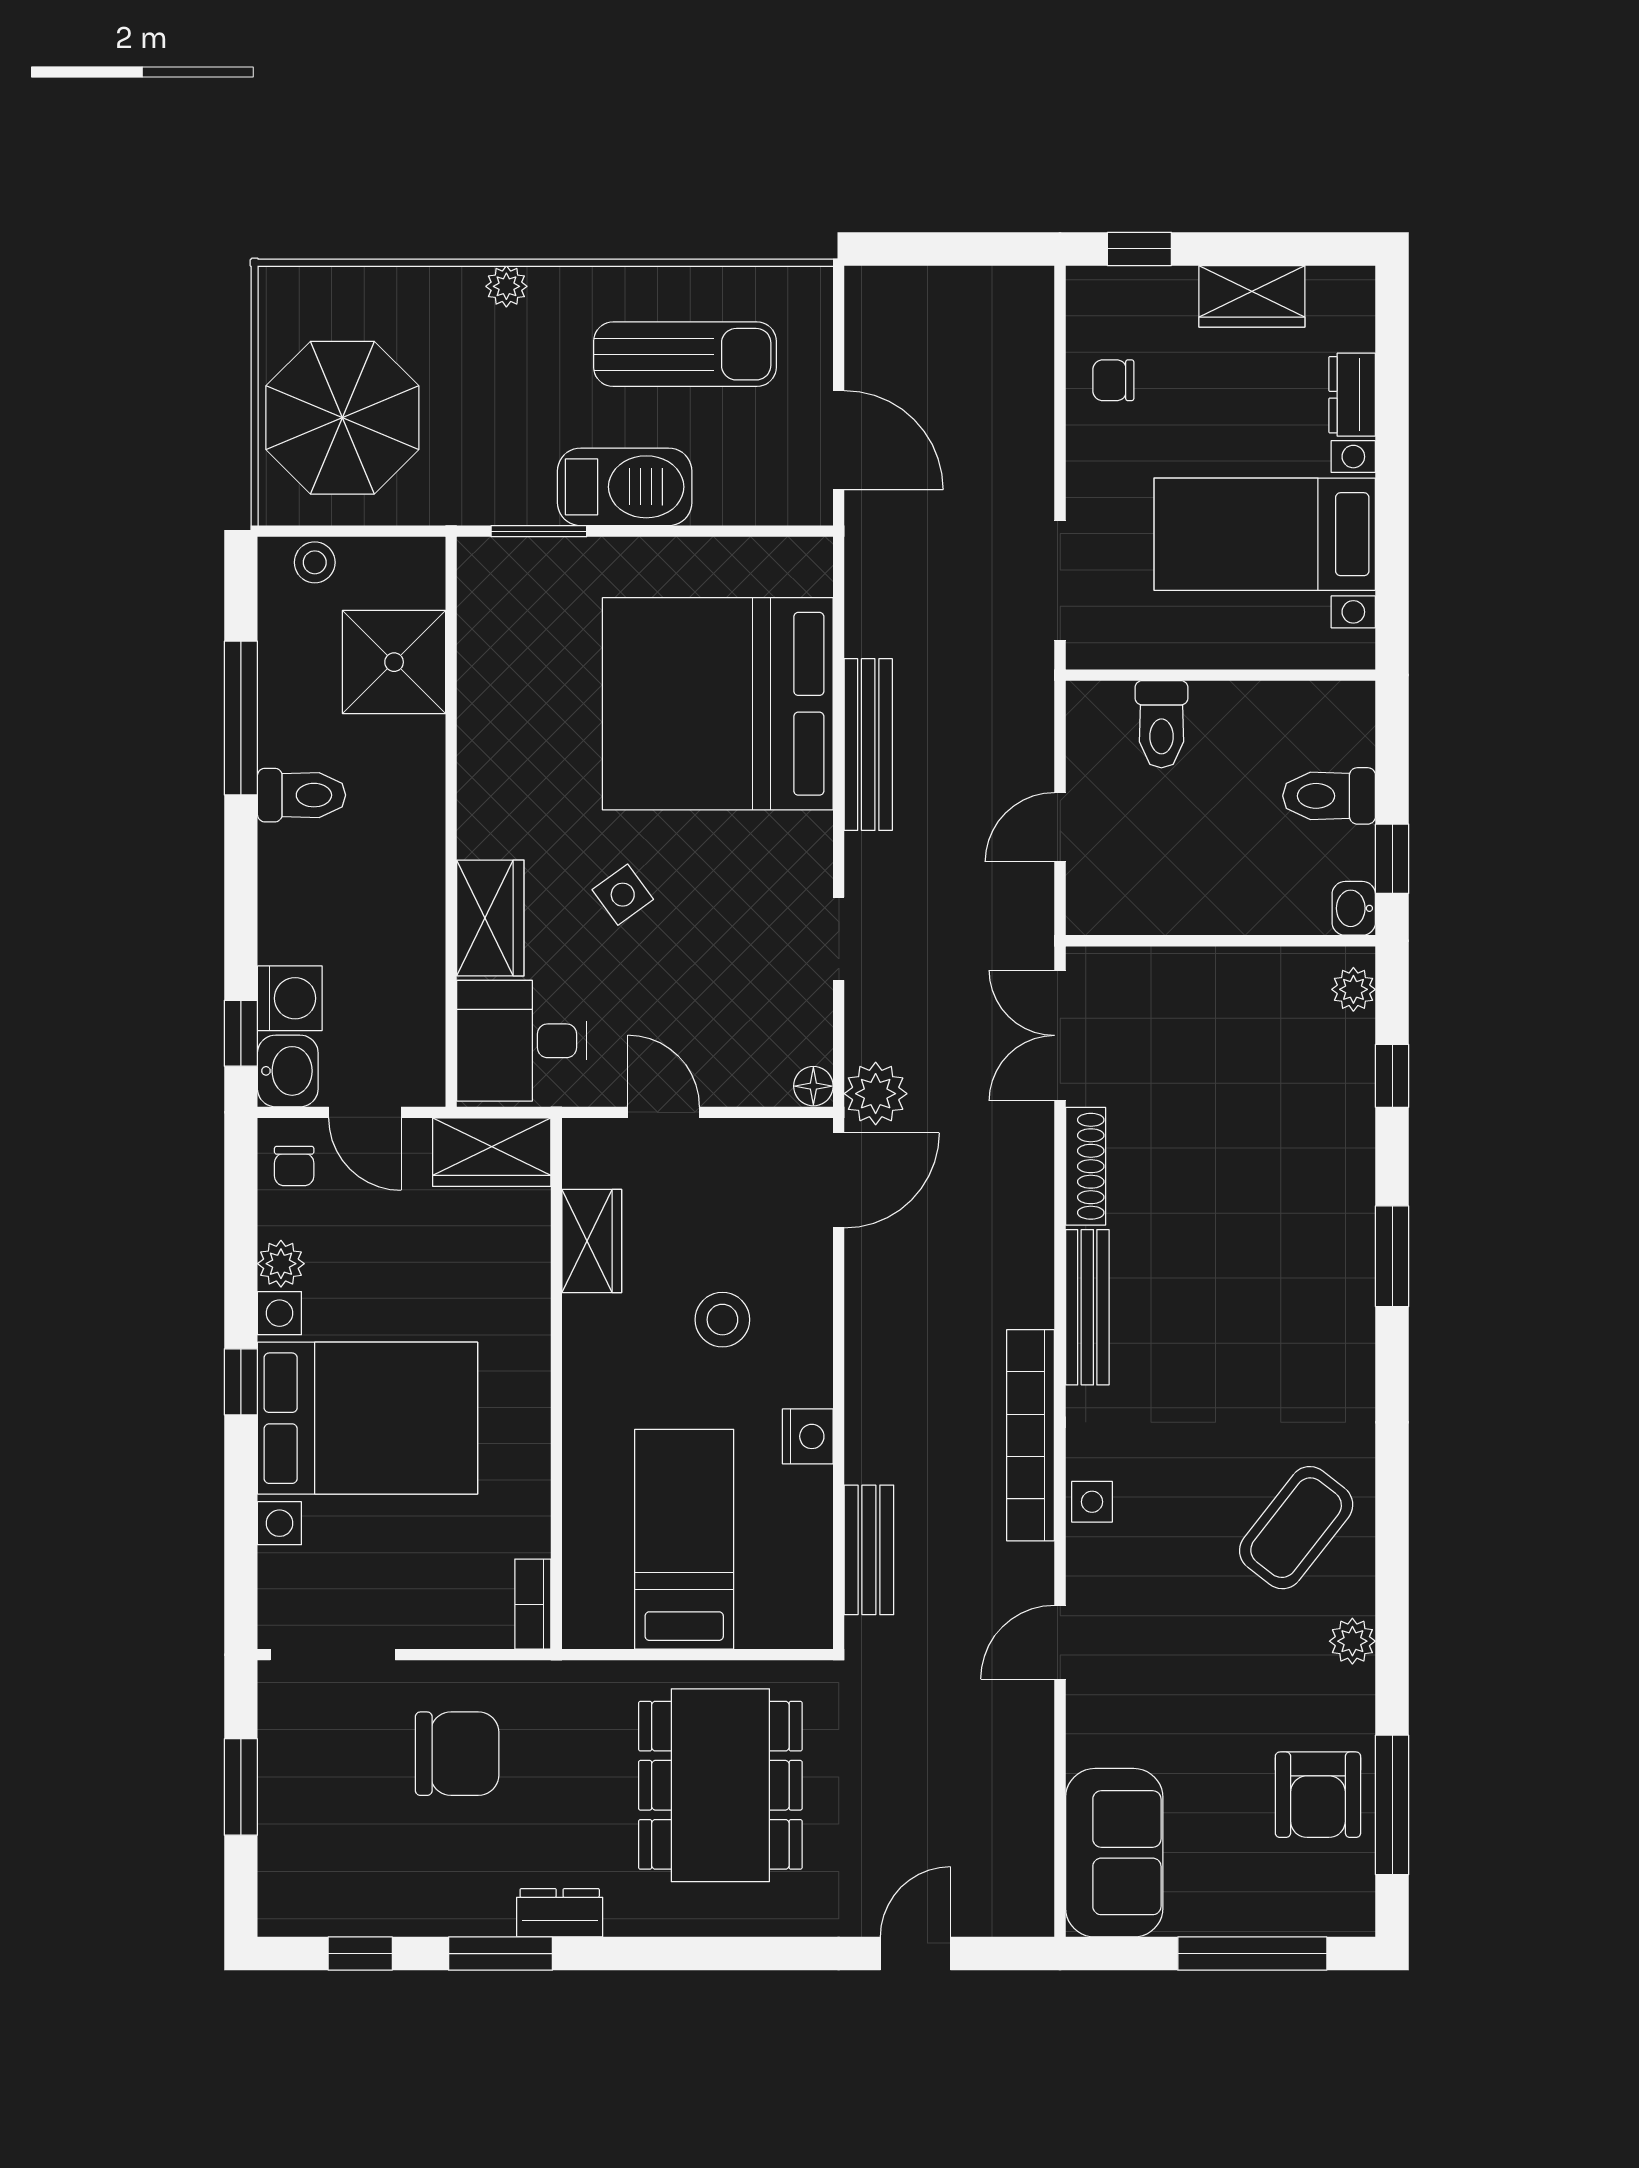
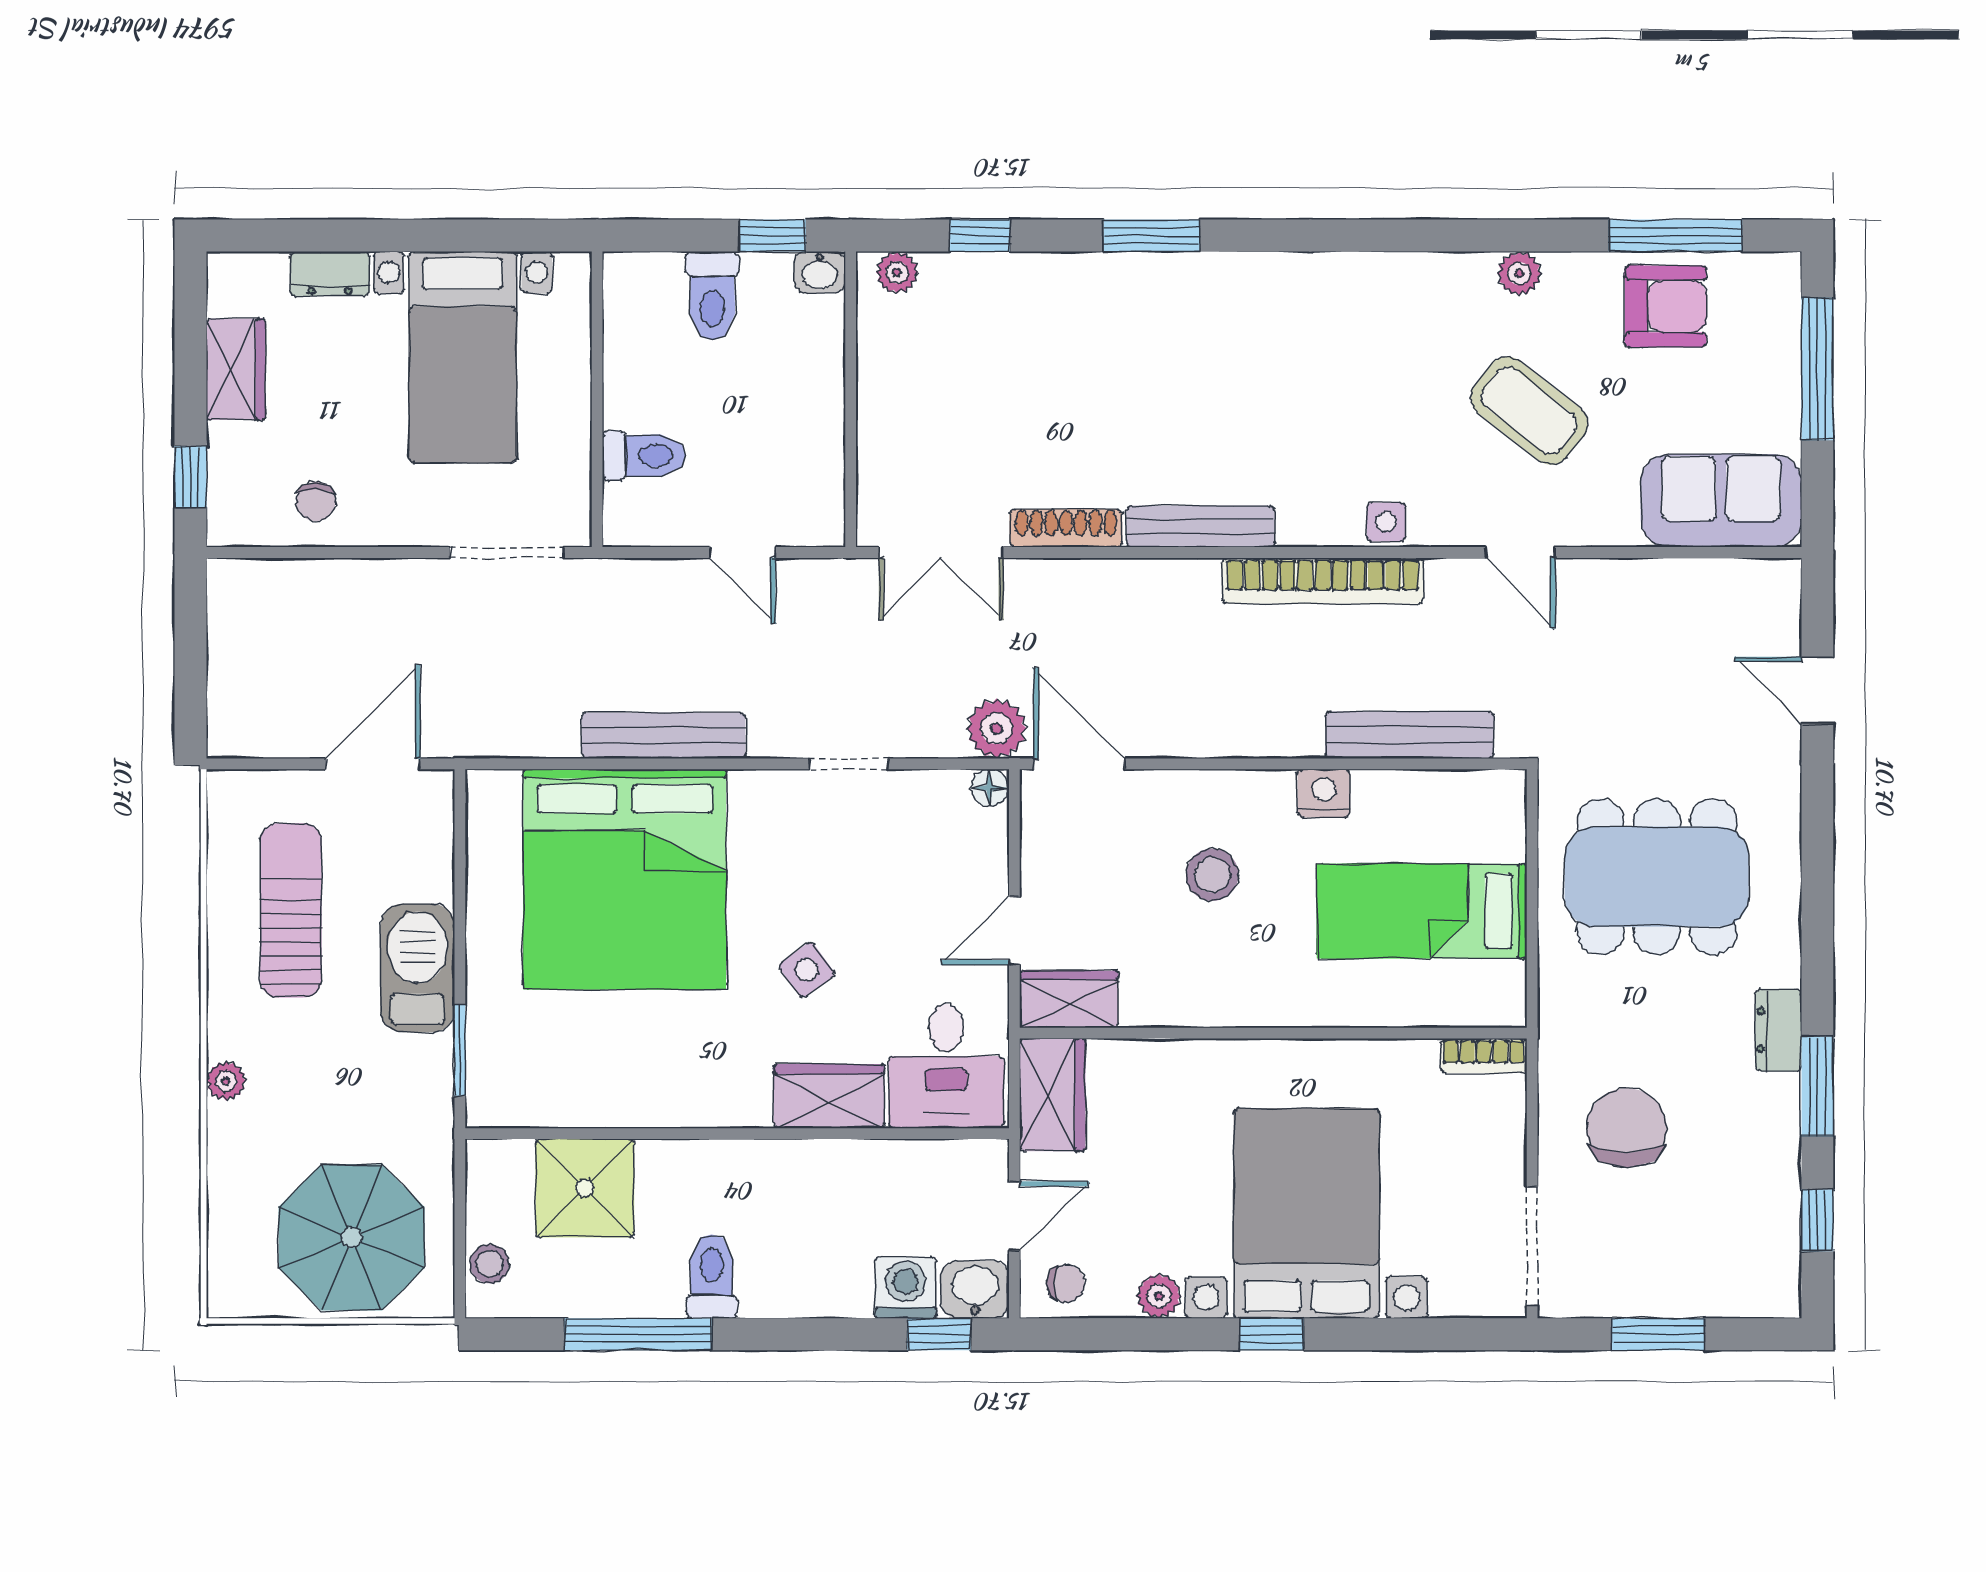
wardrobe: (592, 1241) -> (1069, 999), moved
coffee table: (1296, 1528) -> (1529, 411), moved
bench: (869, 1550) -> (1410, 735), width x1.36

